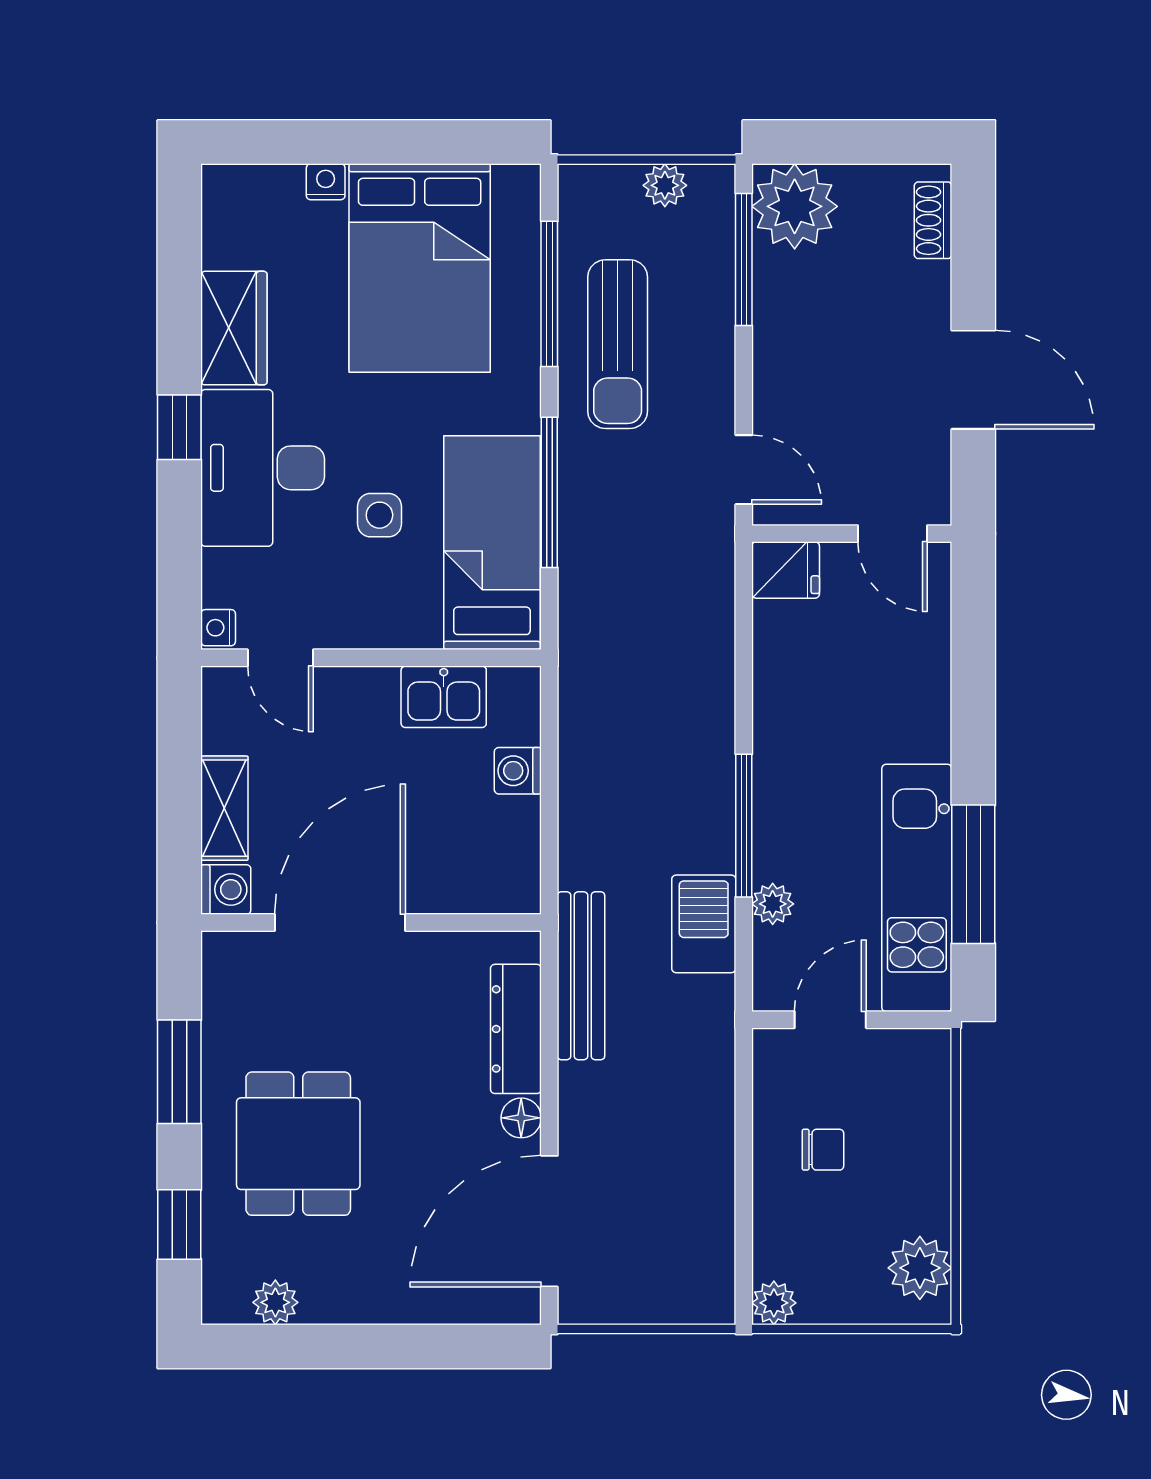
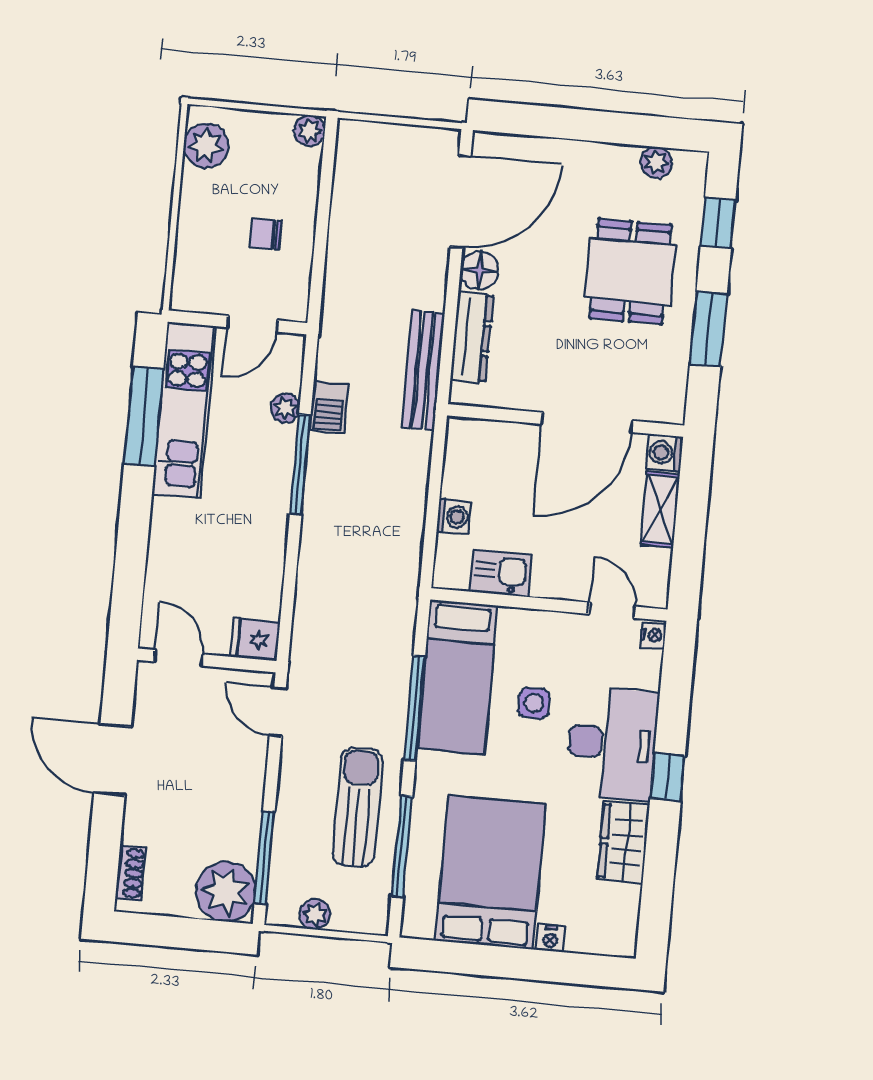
barbecue: (704, 924) -> (329, 407), width x0.73, depth x0.79
floor lamp: (521, 1118) -> (479, 270), width x1.37, depth x1.37

